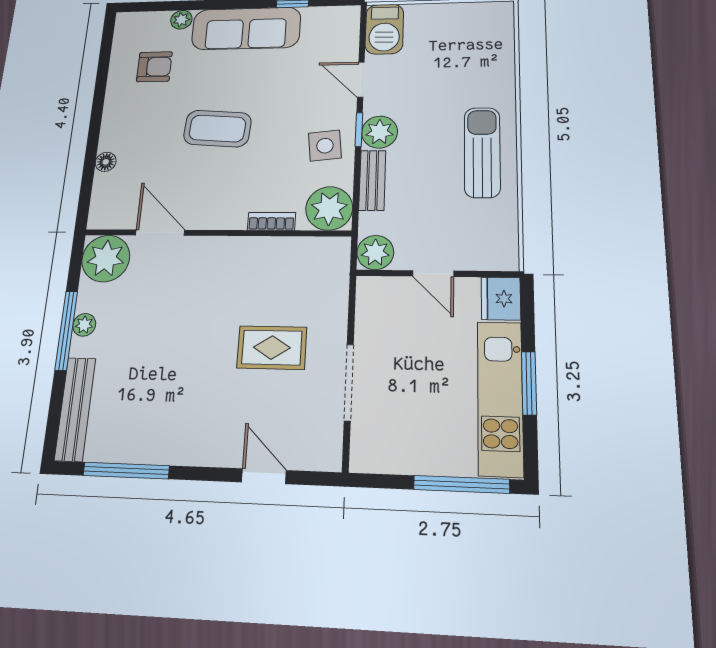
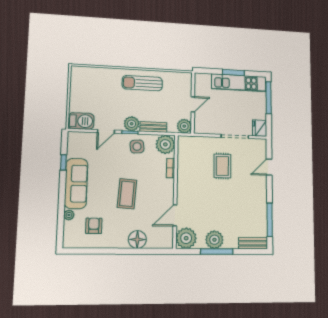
floor lamp: (106, 162) -> (137, 239), width x1.89, depth x1.89
fridge: (501, 299) -> (260, 128), moved, turned 90
plant: (84, 325) -> (214, 240), width x1.88, depth x1.88
bench: (75, 409) -> (253, 243), width x0.73

